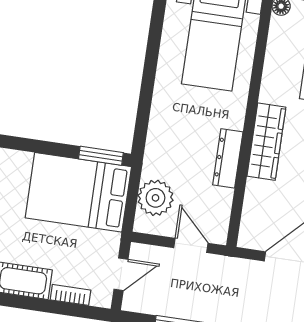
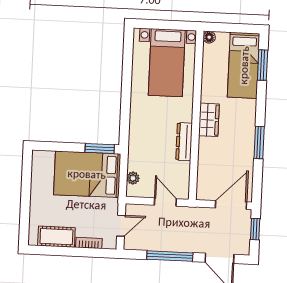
wardrobe: (266, 142) -> (209, 120), width x0.67
plant: (155, 198) -> (133, 178), width x0.53, depth x0.53

